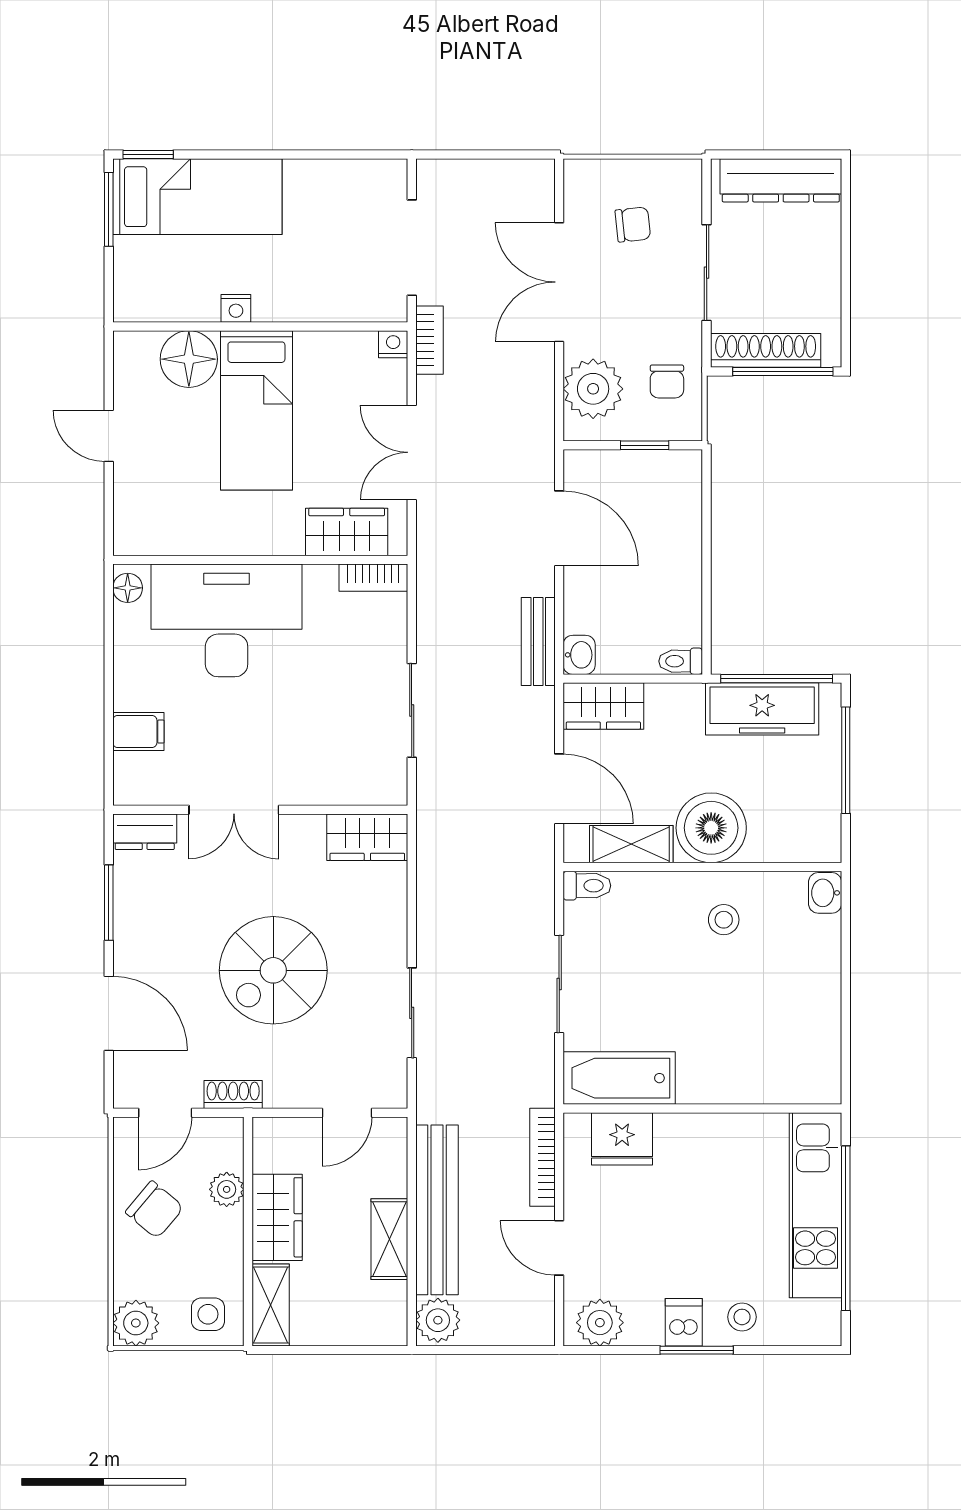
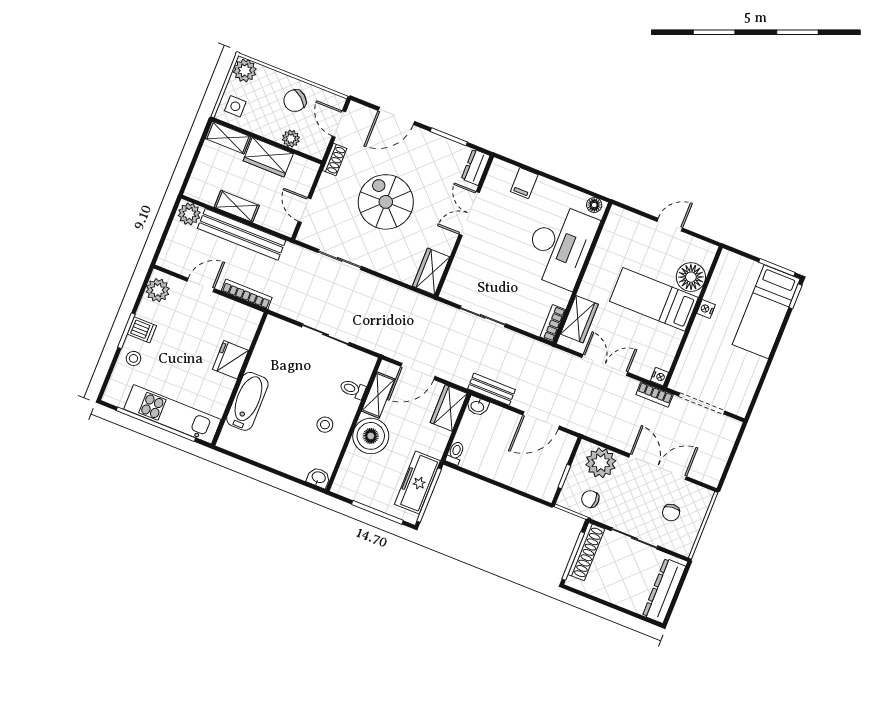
toilet: (587, 886) -> (353, 389), moved, turned 90
bathtub: (619, 1078) -> (247, 401), moved
fridge: (622, 1139) -> (231, 360), moved

